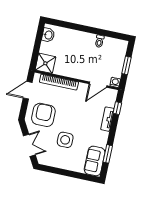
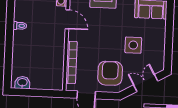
shower: (45, 63) -> (54, 80), removed
armchair: (43, 115) -> (110, 73), turned 90

